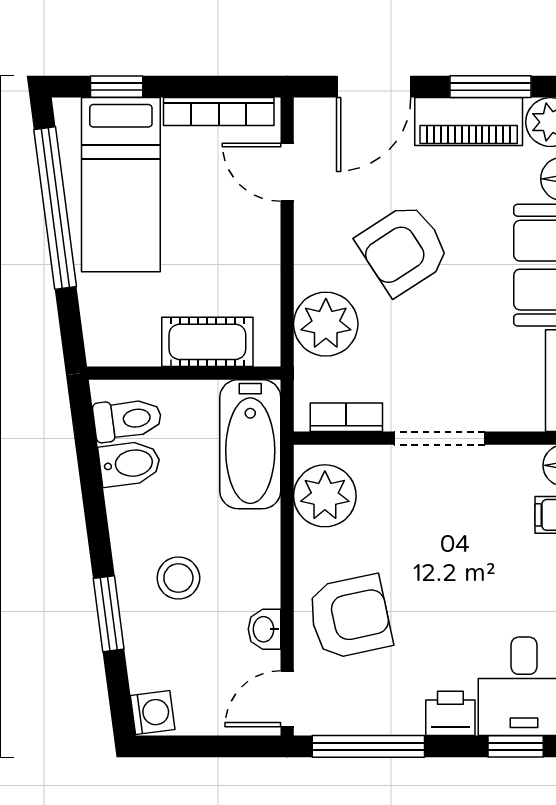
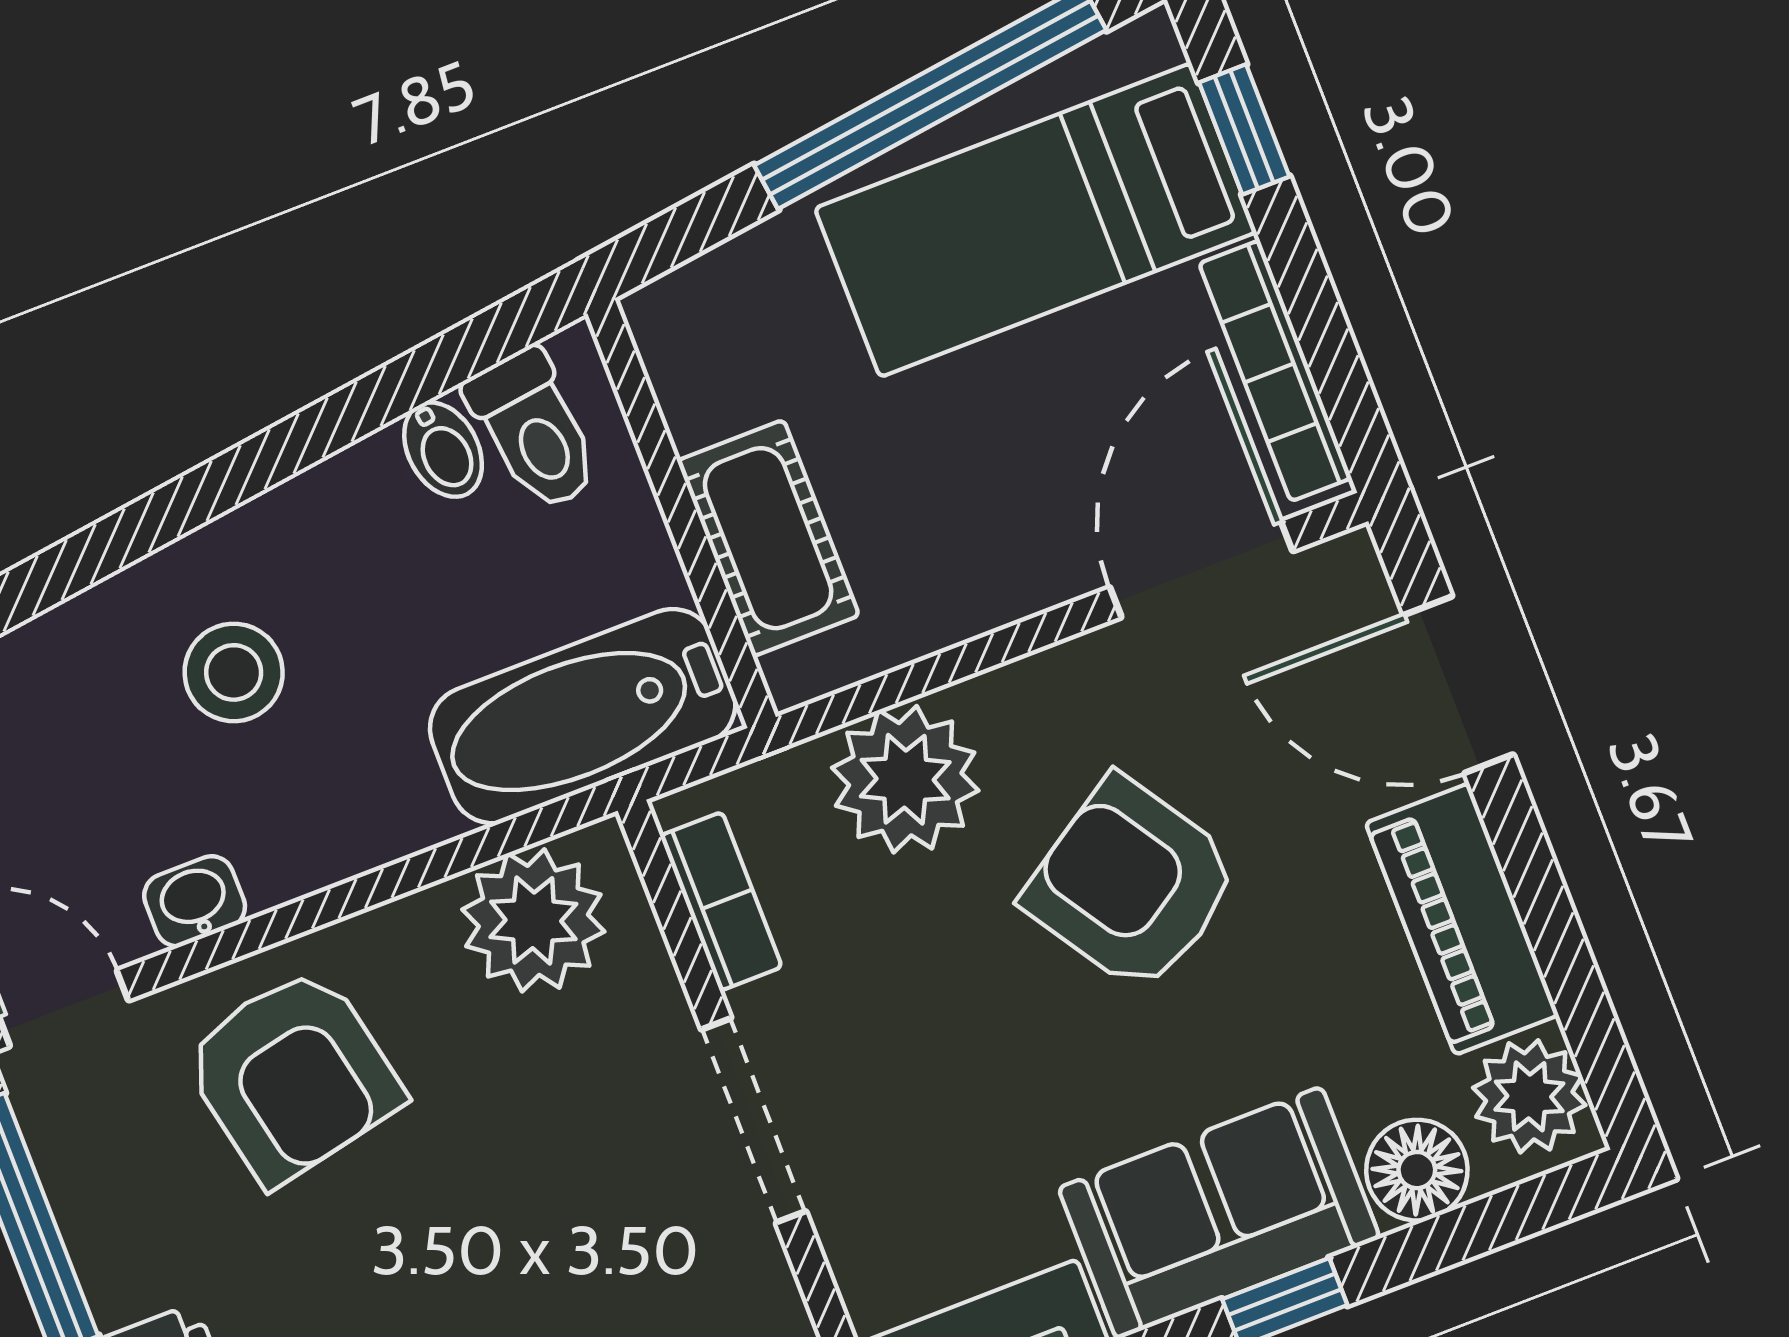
window: (490, 87) -> (1556, 937), removed
door: (287, 172) -> (1201, 569), width x1.38
bidet: (130, 464) -> (443, 450), width x0.72, depth x0.74
window: (109, 614) -> (98, 551), removed

